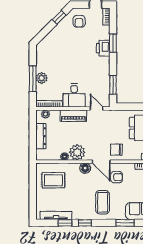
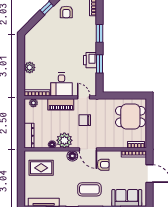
printer: (103, 48) -> (90, 60), moved
window: (33, 79) -> (21, 68), removed
window: (113, 85) -> (100, 64), moved
dresser: (41, 136) -> (29, 136), moved
chair: (116, 150) -> (85, 120), moved
coffee table: (103, 202) -> (89, 189), turned 90

